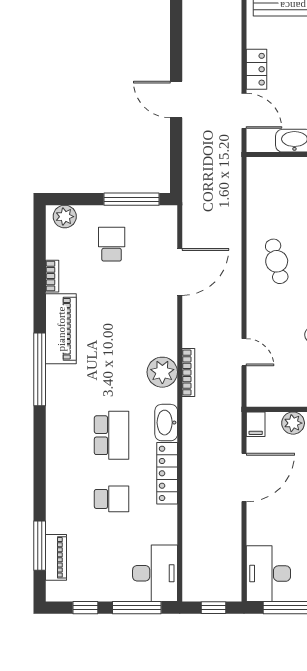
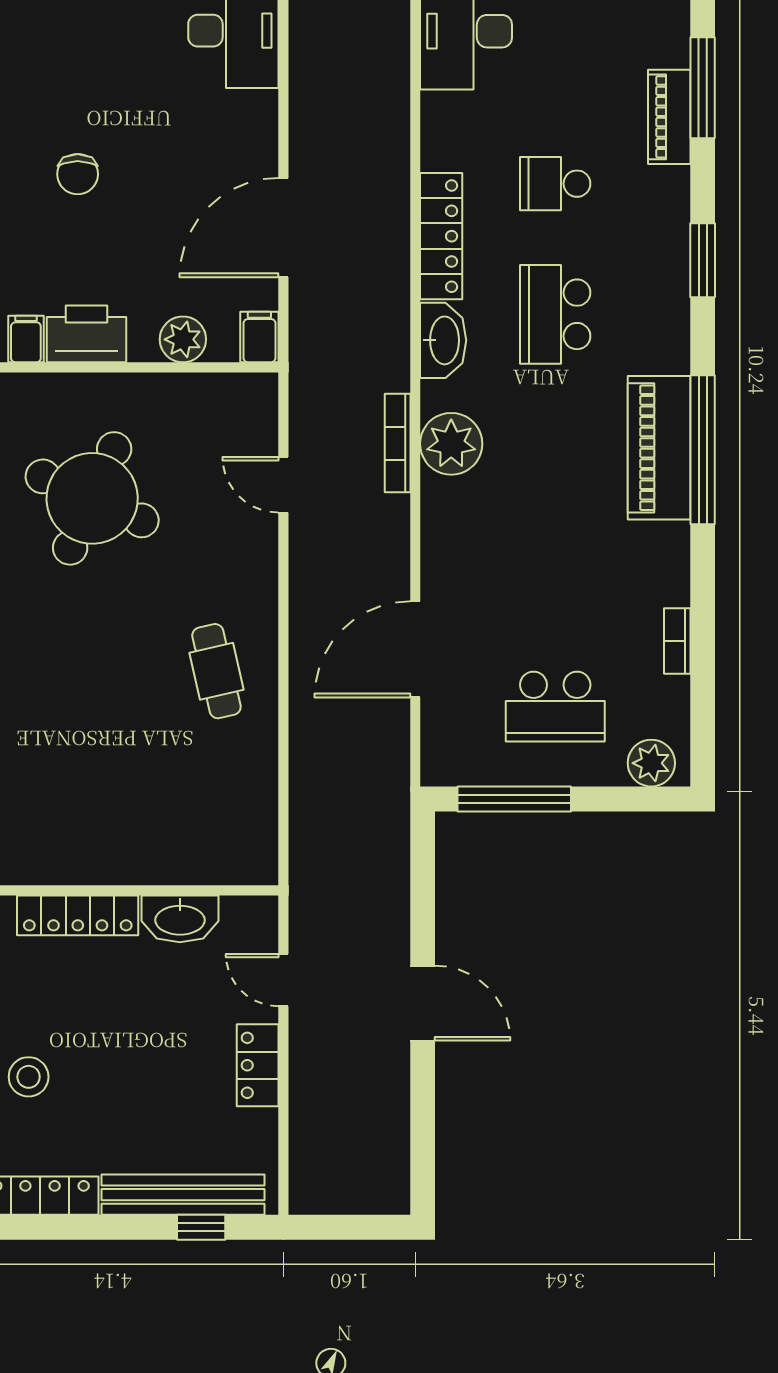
door: (244, 111) -> (283, 980), width x0.73
school desk: (112, 244) -> (555, 707), width x1.85
piano: (61, 329) -> (659, 448), moved
window: (40, 462) -> (703, 260), added
piano: (56, 557) -> (669, 117), moved

